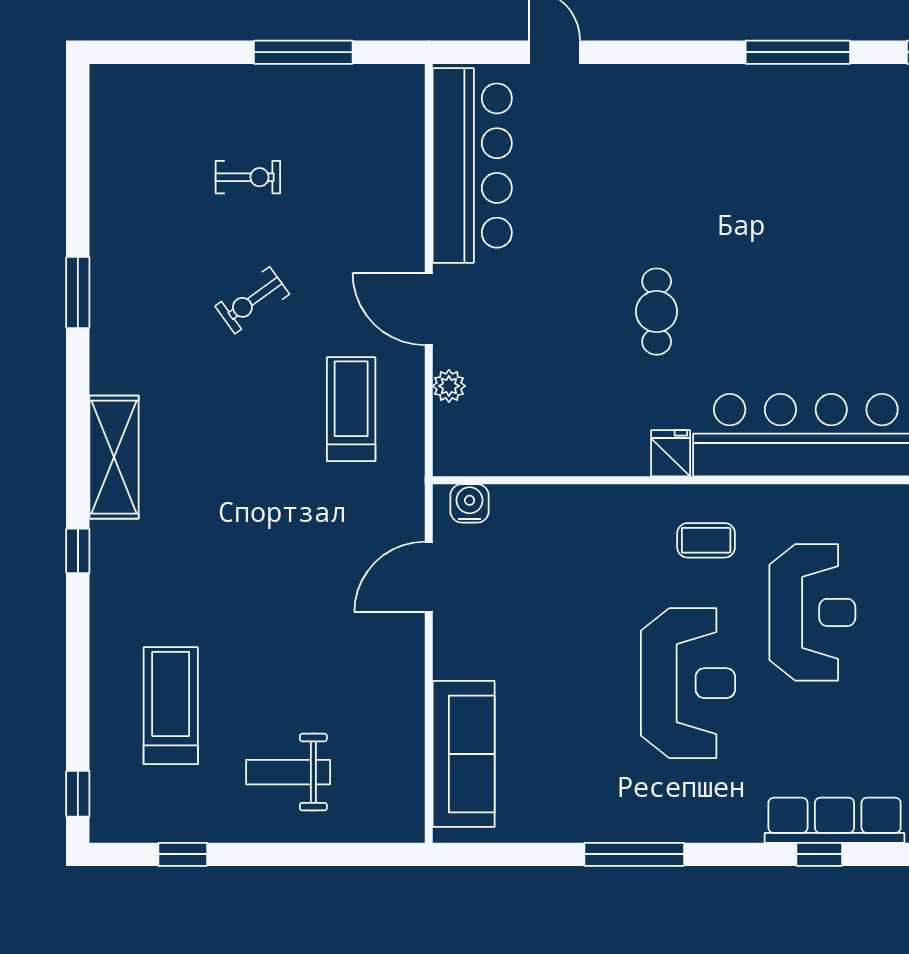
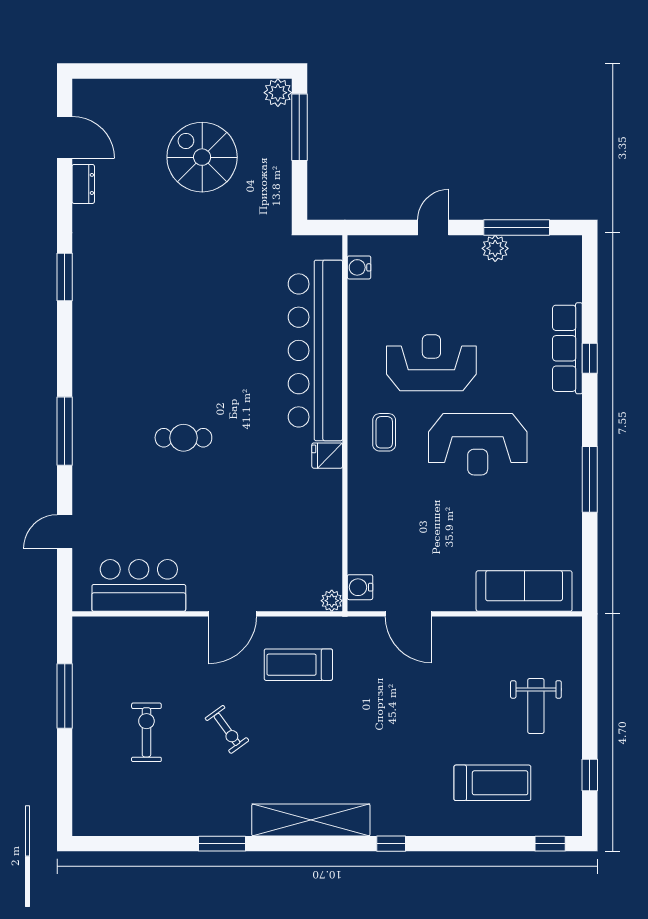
window: (798, 52) -> (65, 431), moved
bar counter: (472, 166) -> (139, 585), width x0.73
exercise bike: (248, 177) -> (146, 732), width x1.38, depth x1.39
cafe table: (657, 312) -> (183, 438), moved
plant: (449, 386) -> (332, 601), moved
shelving: (114, 457) -> (311, 820), width x1.47
reception desk: (688, 683) -> (478, 444), turned 180
treadmill: (171, 706) -> (492, 783), turned 180

